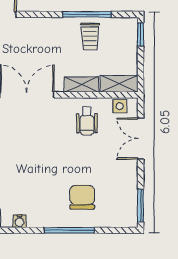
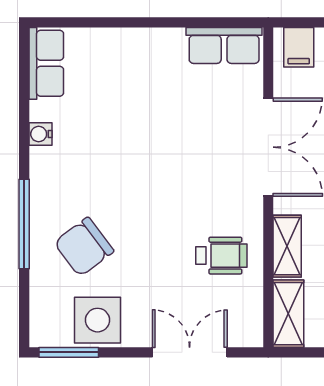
side table: (120, 106) -> (97, 320), moved, width x1.87, depth x1.87
wheelchair: (87, 121) -> (221, 256), turned 180
chair: (82, 197) -> (84, 247), turned 143

